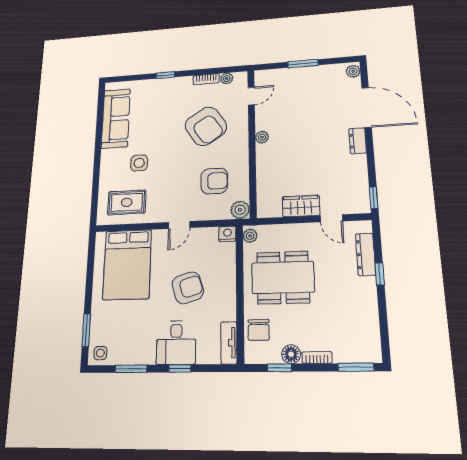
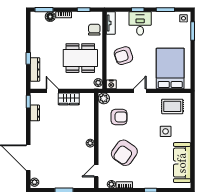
armchair: (206, 126) -> (124, 153), turned -112
dresser: (358, 141) -> (35, 113), moved
armchair: (214, 181) -> (119, 117), turned 180
armchair: (188, 288) -> (123, 56), moved
floor lamp: (291, 354) -> (50, 17), moved

